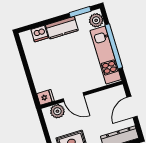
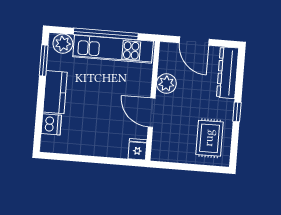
door: (73, 97) -> (152, 113), swing flipped
plant: (57, 111) -> (166, 84), moved

